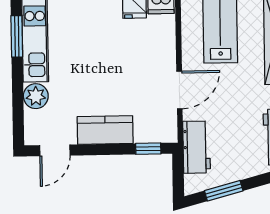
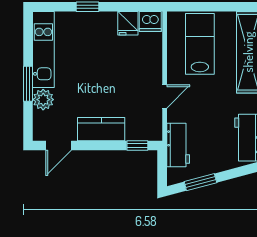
window: (17, 36) -> (28, 84), moved
door: (179, 90) -> (165, 96), width x0.73

